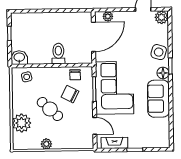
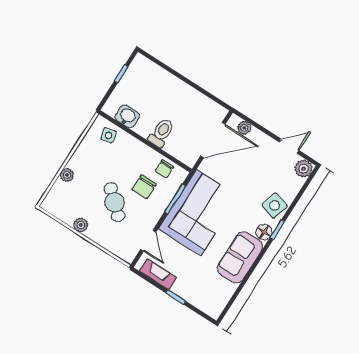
washbasin: (19, 58) -> (127, 116), moved
chair: (70, 94) -> (144, 187), turned -117
cafe table: (50, 109) -> (115, 202), moved
plant: (22, 123) -> (67, 175), width x0.53, depth x0.53

